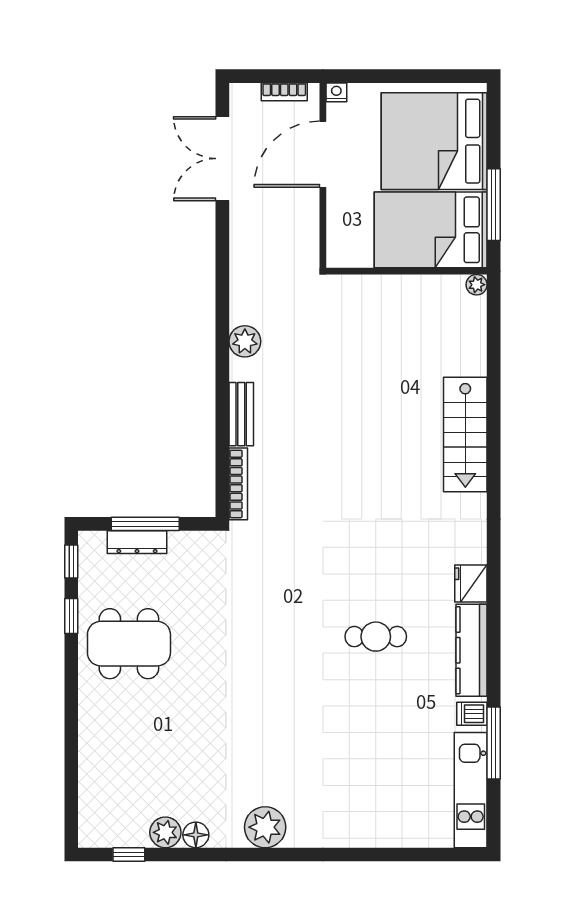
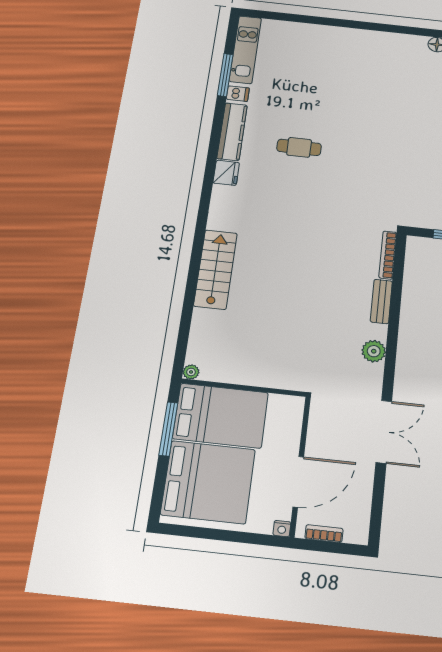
double door: (222, 159) -> (384, 432), moved
plant: (265, 827) -> (389, 44), removed

